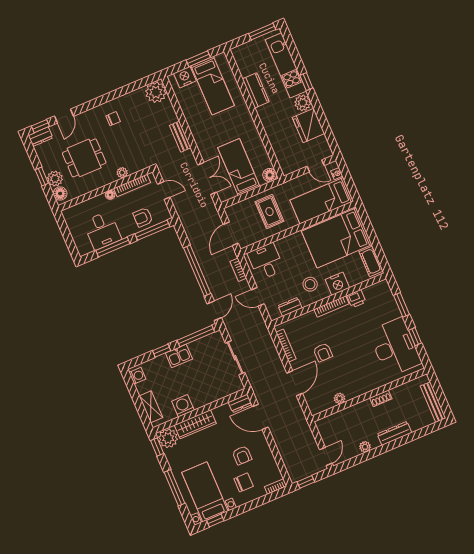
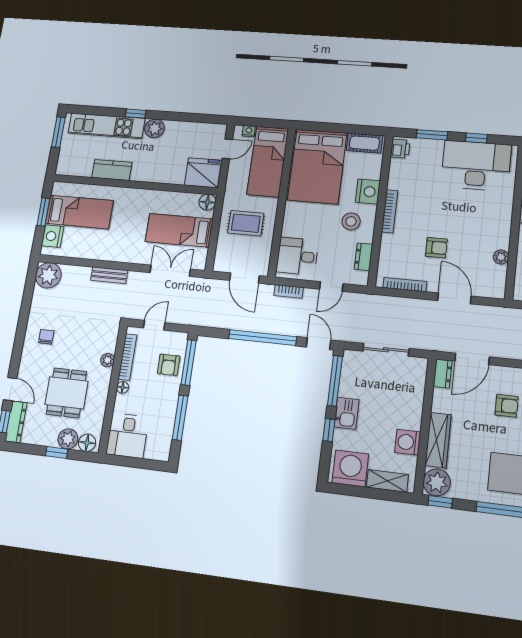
fridge: (308, 126) -> (203, 173), moved, turned 180
dresser: (40, 137) -> (16, 422), width x1.44
desk: (102, 230) -> (127, 436), moved, turned 90
printer: (356, 299) -> (400, 149), moved
washing machine: (137, 376) -> (350, 468), width x1.89, depth x1.89

